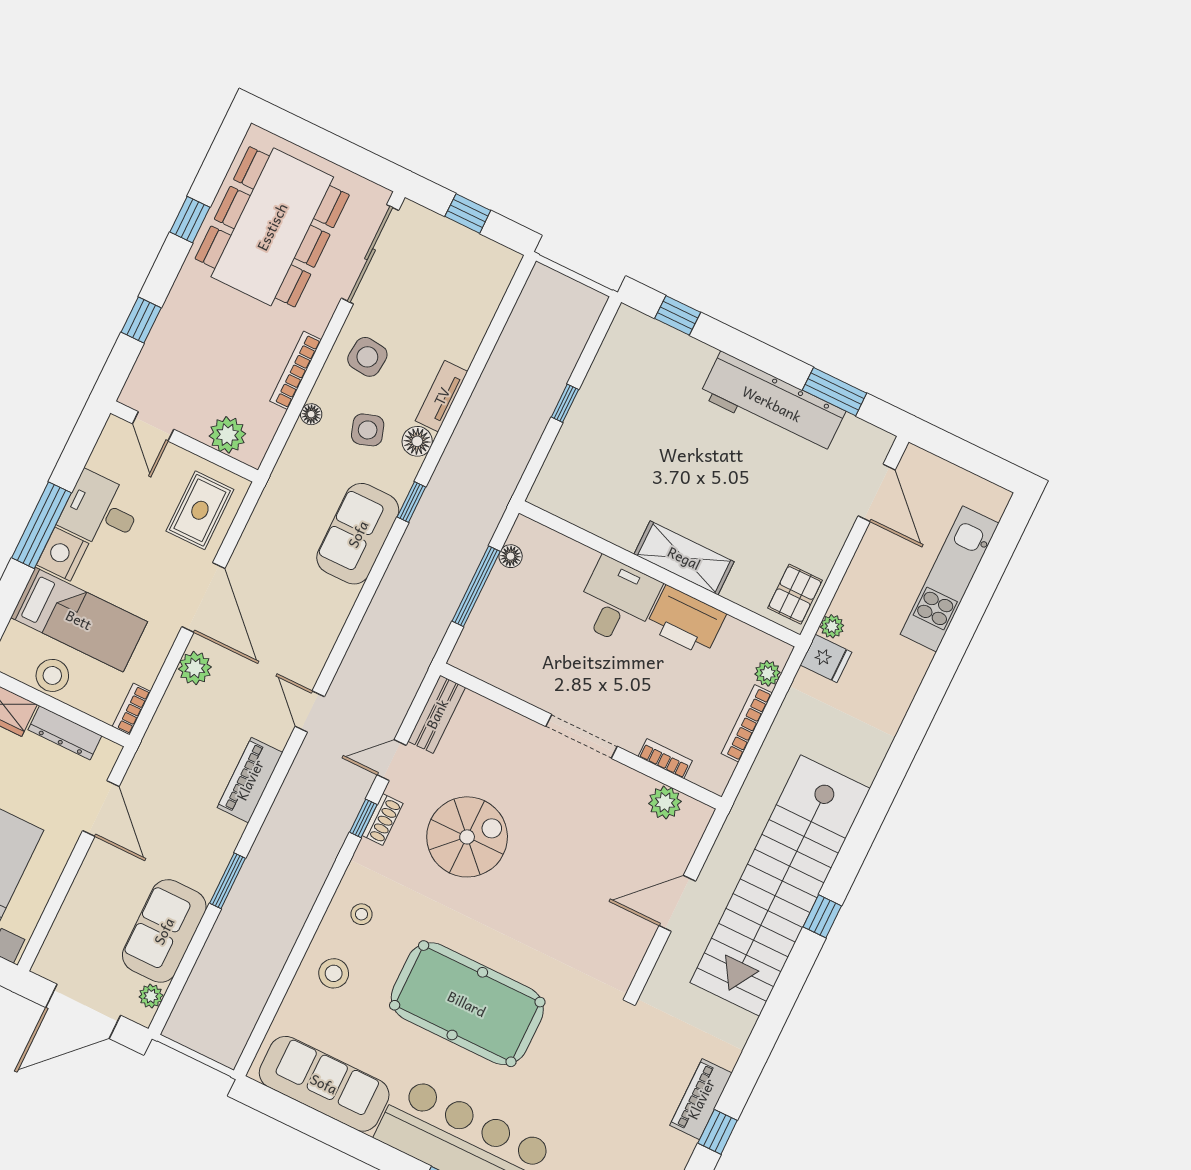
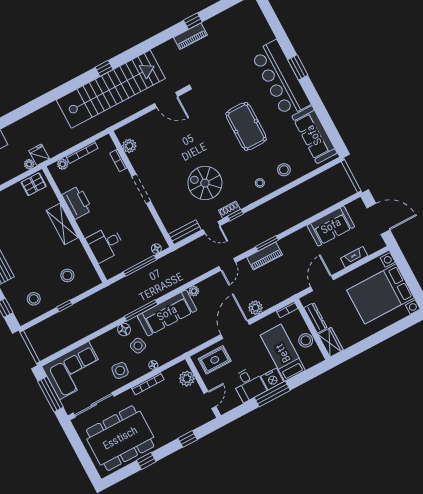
window: (468, 213) -> (51, 394), width x2.17
corner sofa: (456, 292) -> (74, 370), added
stool: (634, 374) -> (34, 299), added
tv unit: (442, 396) -> (105, 339), removed
stool: (602, 466) -> (67, 275), added
window: (411, 502) -> (141, 310), width x2.17
sofa: (358, 534) -> (167, 313), width x1.36
floor lamp: (511, 556) -> (156, 249), moved
desk: (617, 601) -> (105, 244), moved
window: (228, 881) -> (267, 243), moved
door: (677, 903) -> (166, 100), moved
fireplace: (76, 904) -> (354, 257), added
plant: (151, 996) -> (194, 291), moved
pool table: (467, 1004) -> (246, 126), width x0.73, depth x0.76

